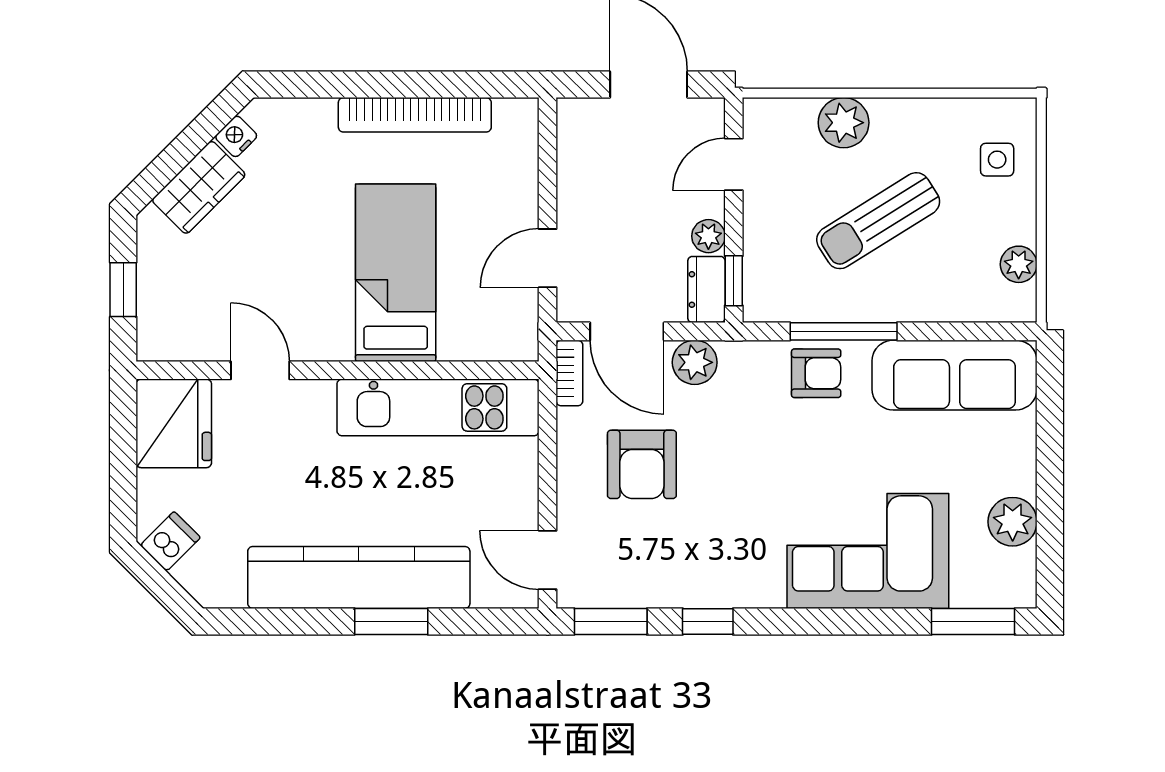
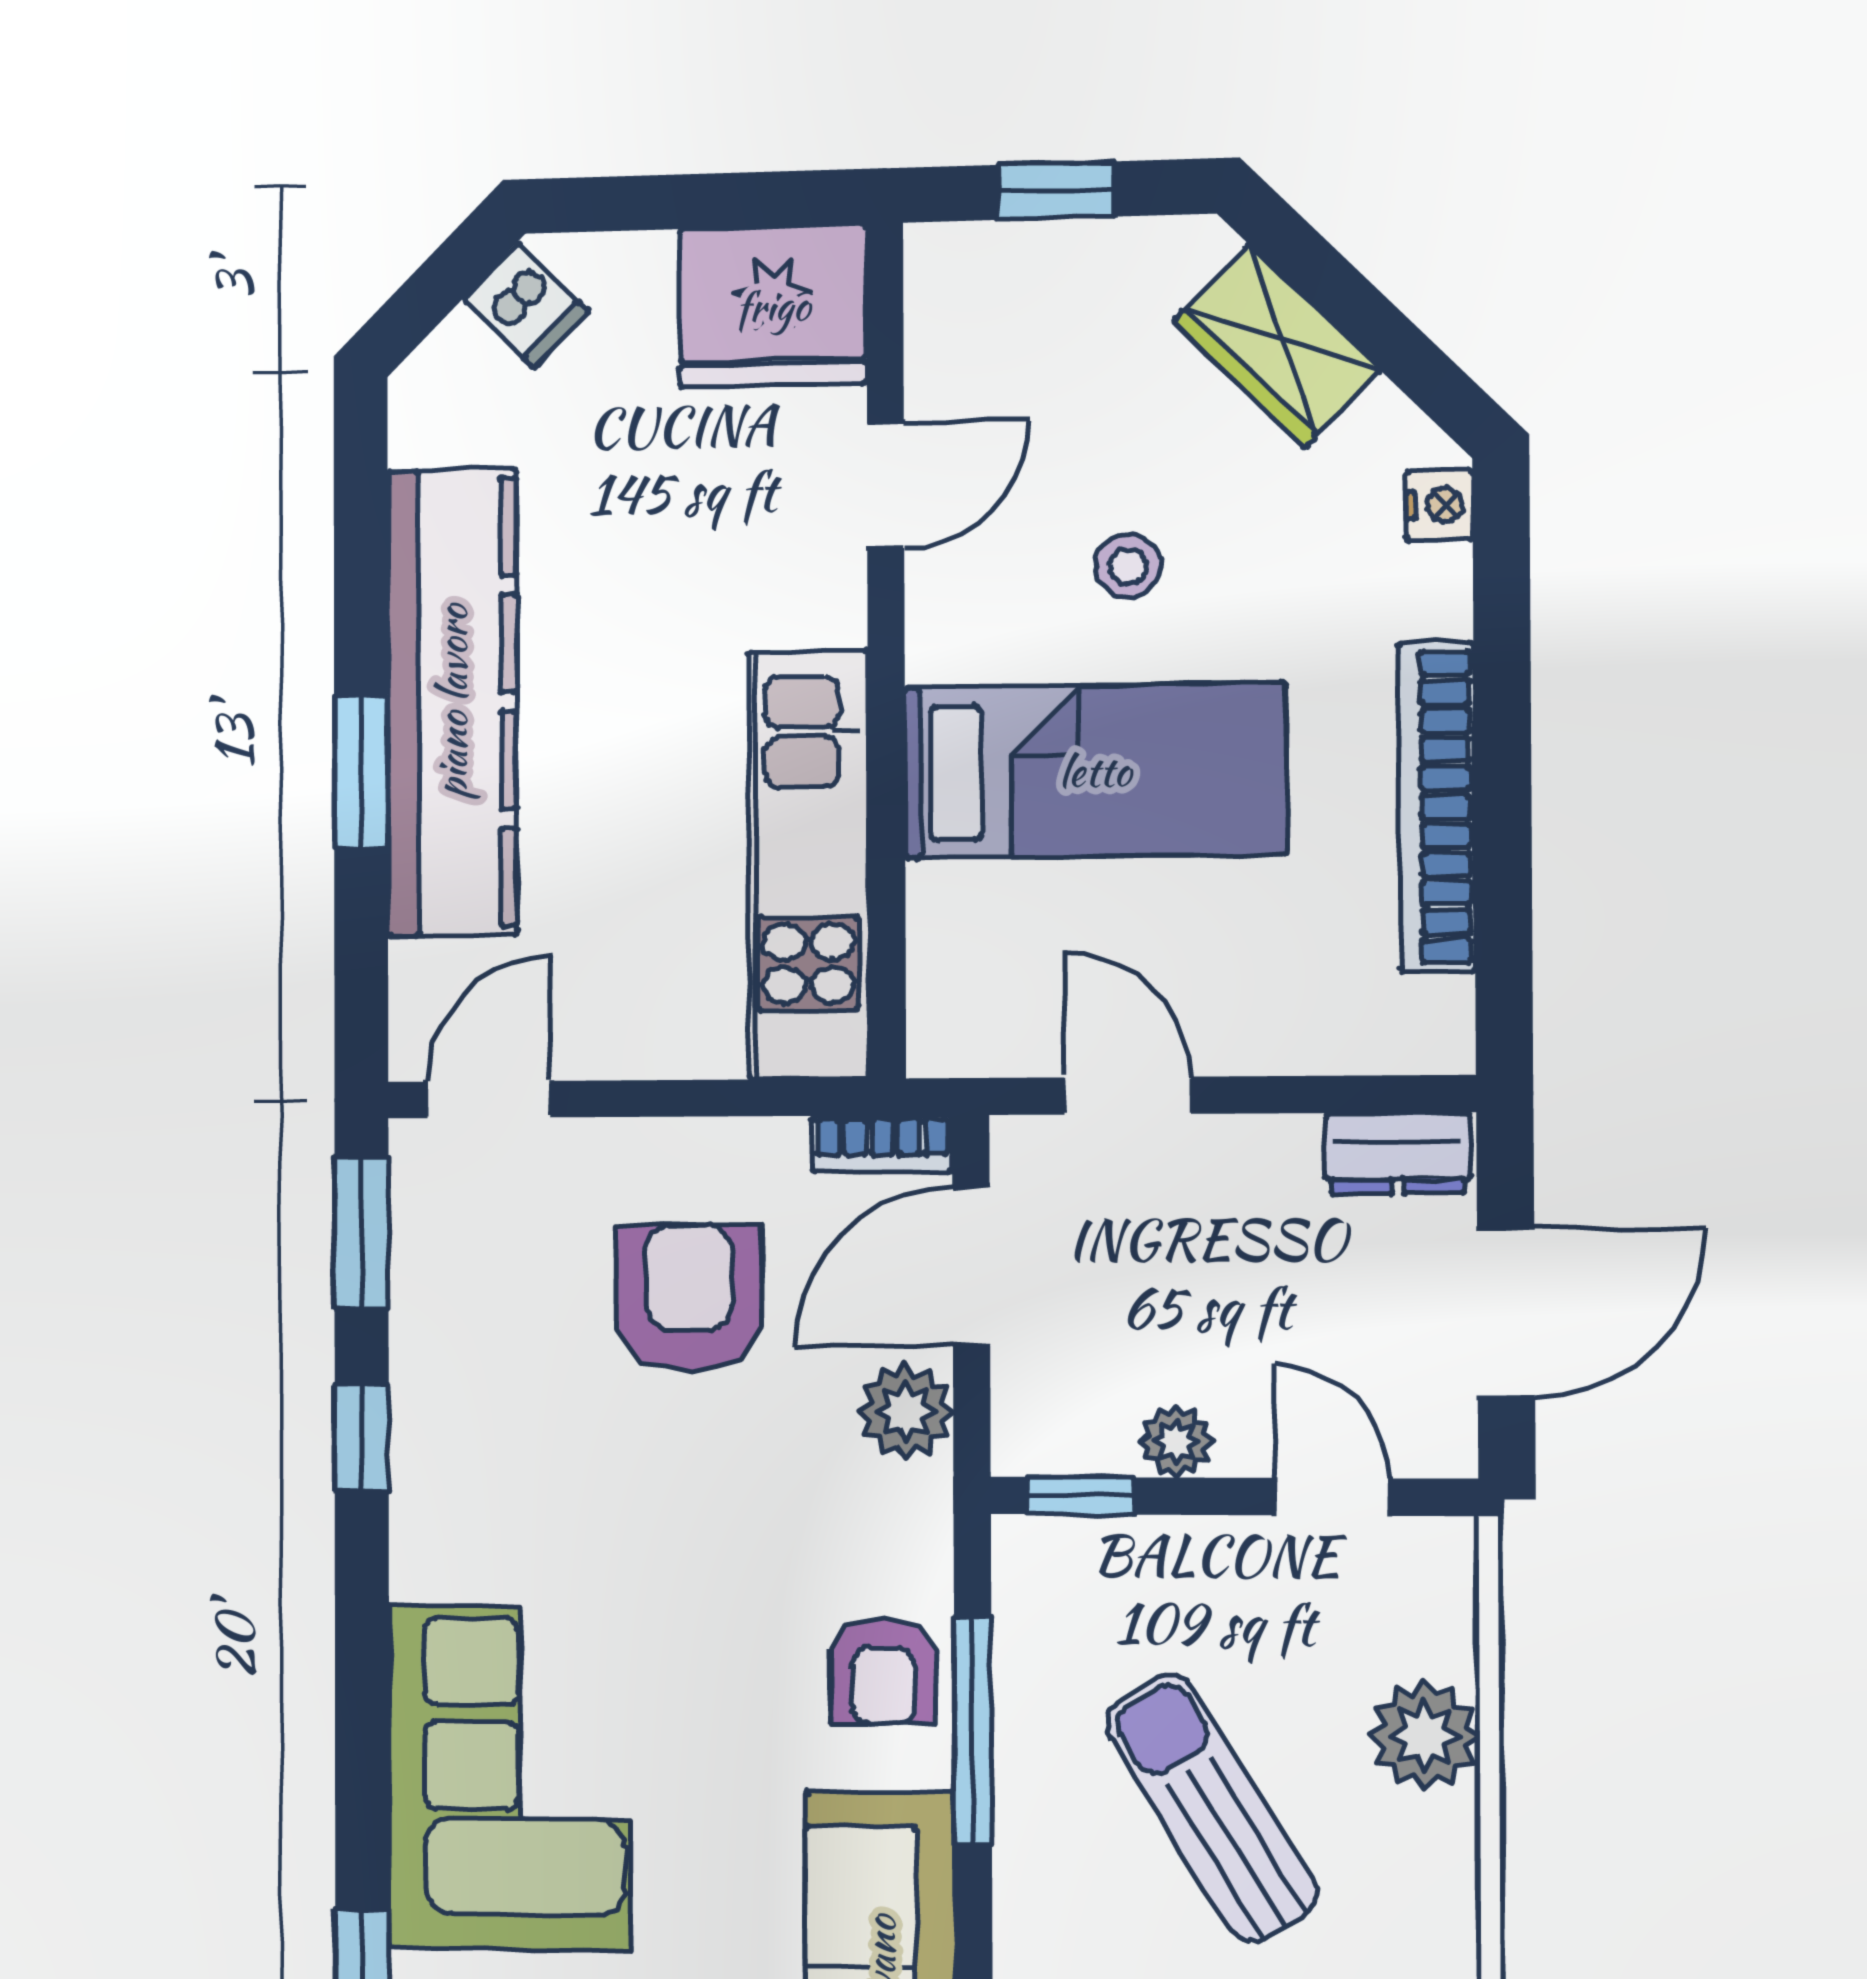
nightstand: (236, 136) -> (1439, 505), moved, turned 45
stool: (300, 257) -> (1128, 566), added
dresser: (706, 289) -> (1398, 1153), moved, turned 180
armchair: (642, 464) -> (689, 1298), turned 89

